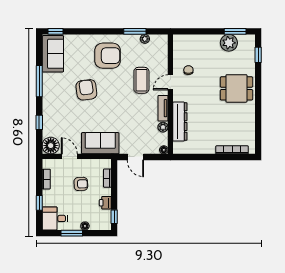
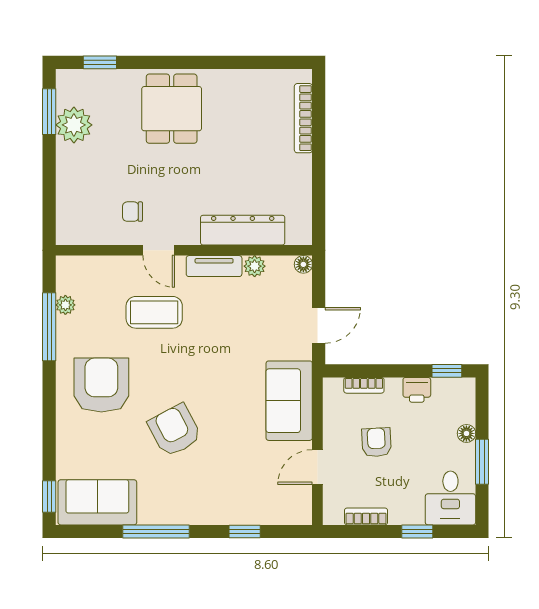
window: (135, 31) -> (49, 327), width x1.44
armchair: (86, 90) -> (175, 430), turned 69
floor lamp: (51, 146) -> (294, 507), removed

